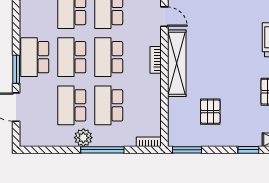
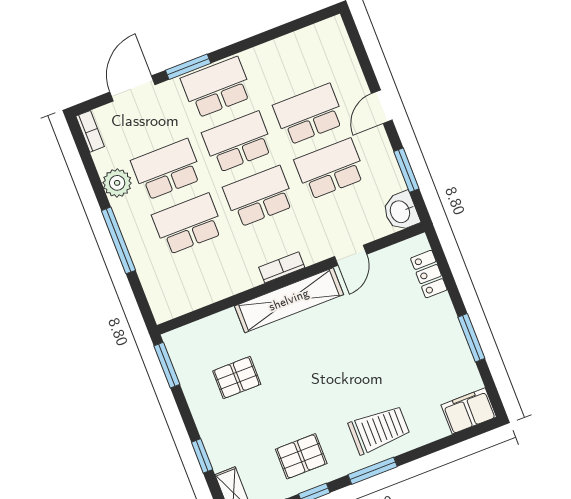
plant: (83, 138) -> (117, 183), moved
bookcase: (149, 142) -> (90, 131), moved

